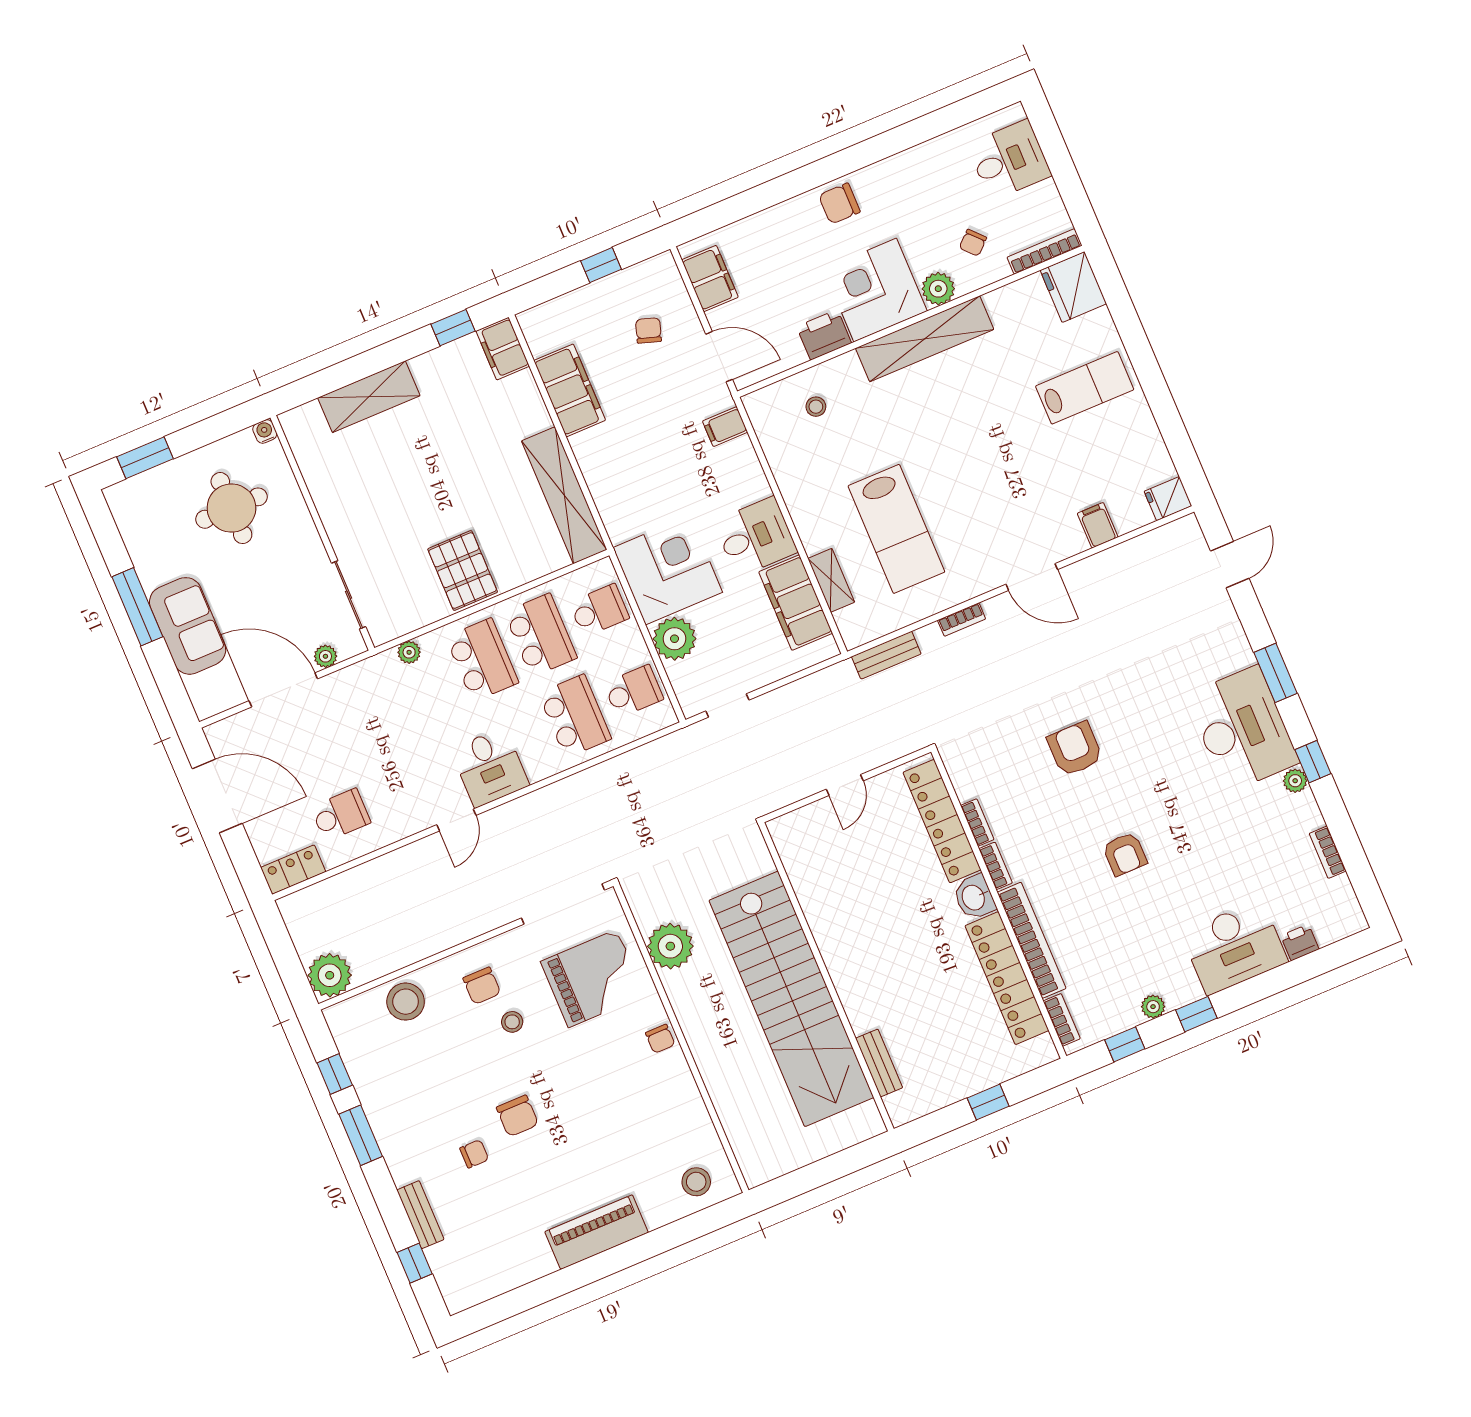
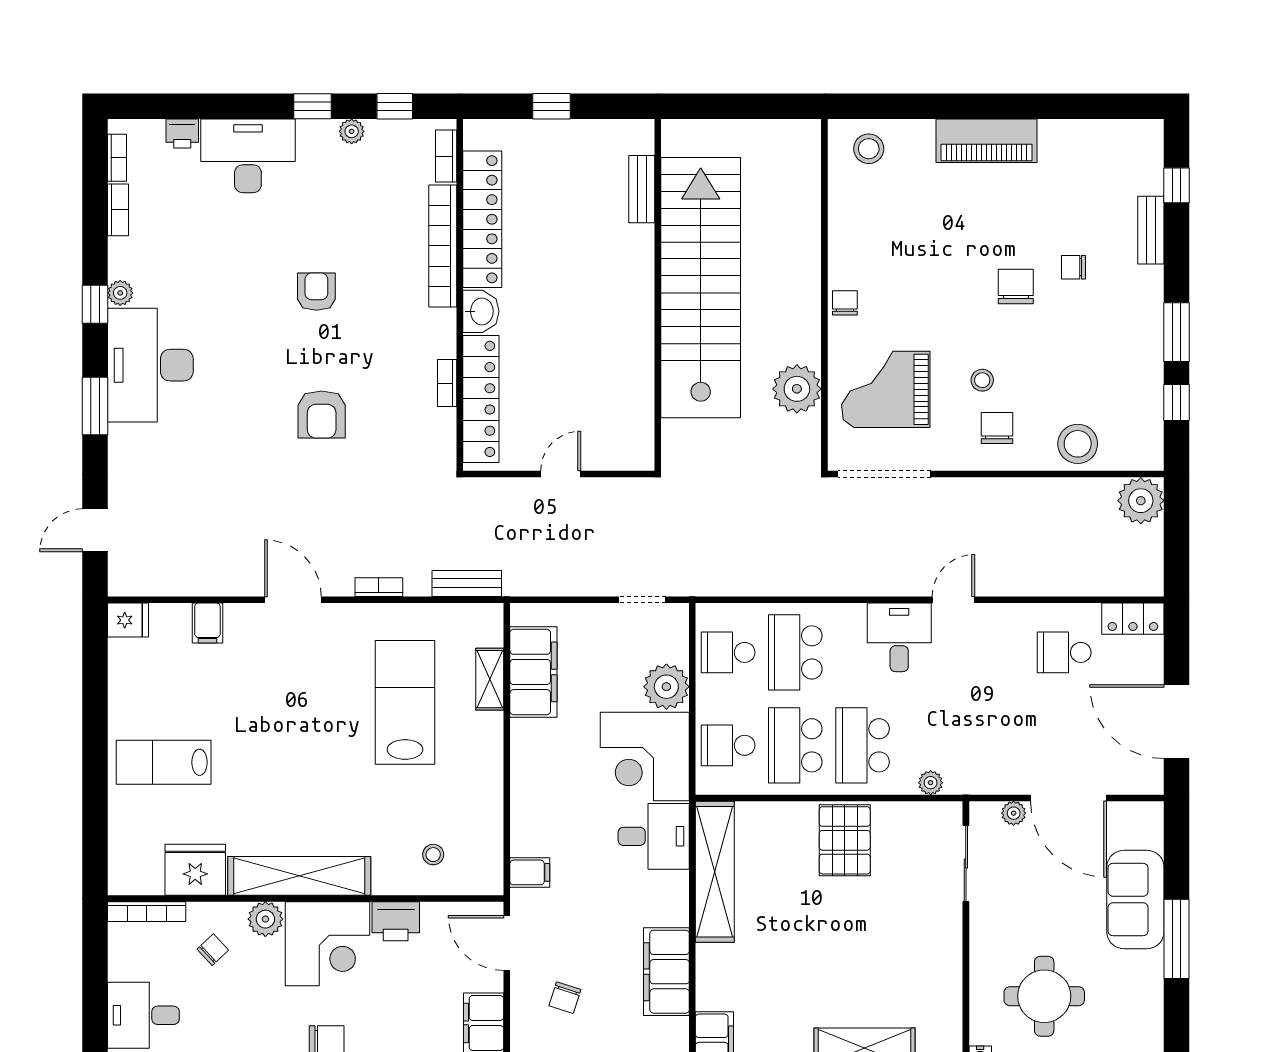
fridge: (1073, 287) -> (195, 870), moved, turned -90
desk: (755, 537) -> (654, 836), moved, turned 180
bookcase: (996, 866) -> (117, 158), moved, turned 180

